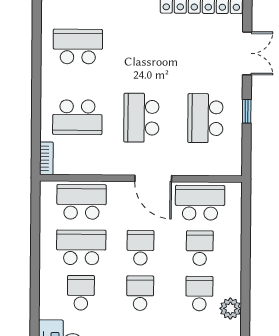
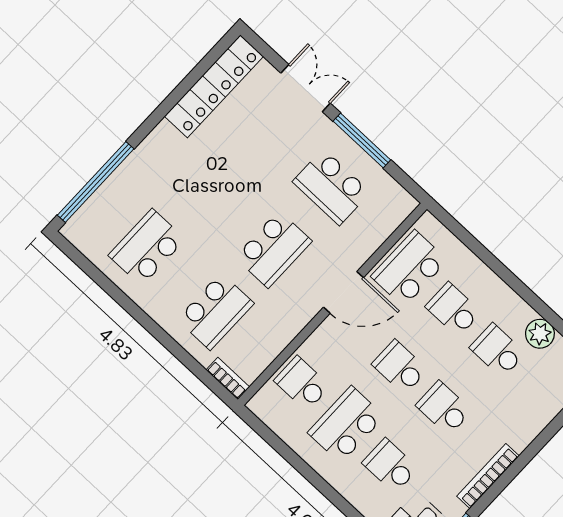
window: (247, 111) -> (362, 141), width x2.17
school desk: (141, 118) -> (273, 249), turned -90
school desk: (82, 202) -> (302, 383), width x0.54

